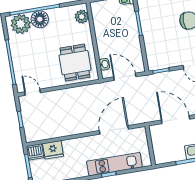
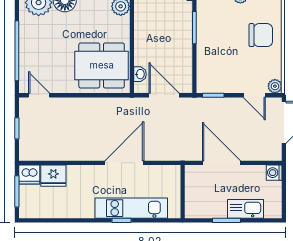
dining table: (75, 63) -> (102, 65), width x1.38
door: (114, 130) -> (124, 163), moved

